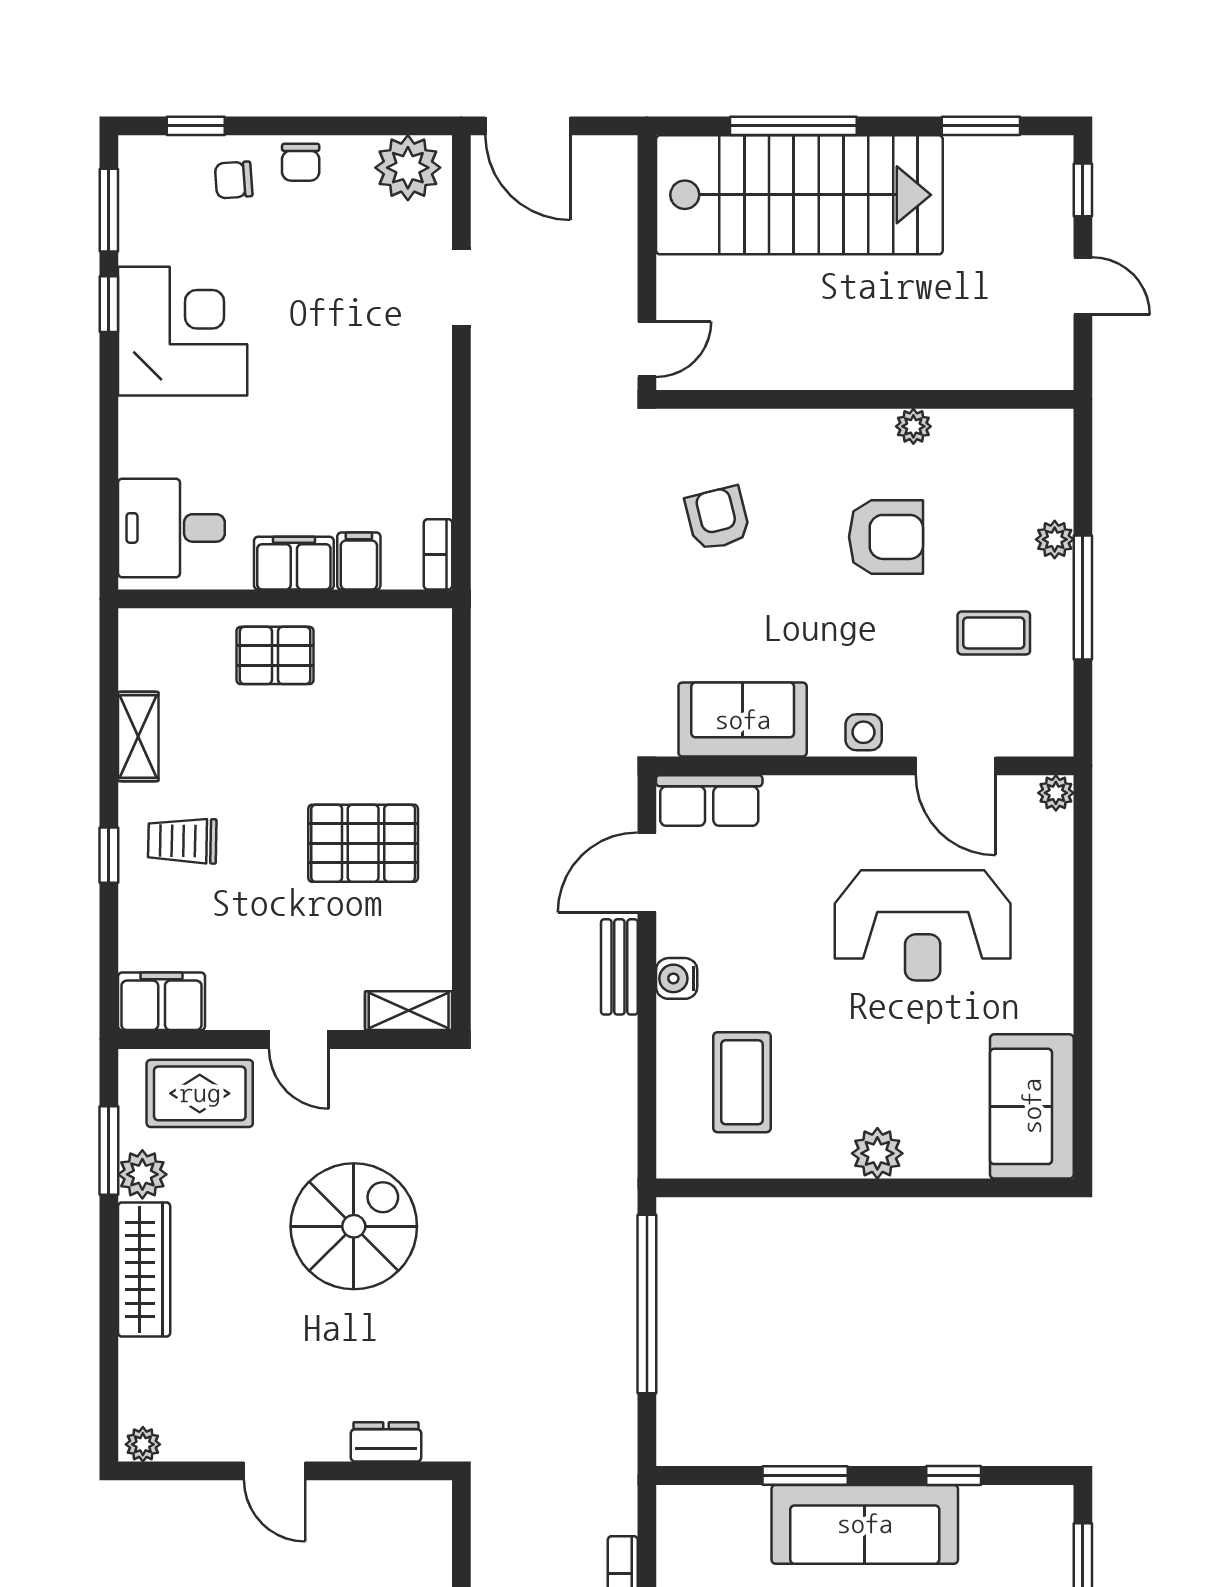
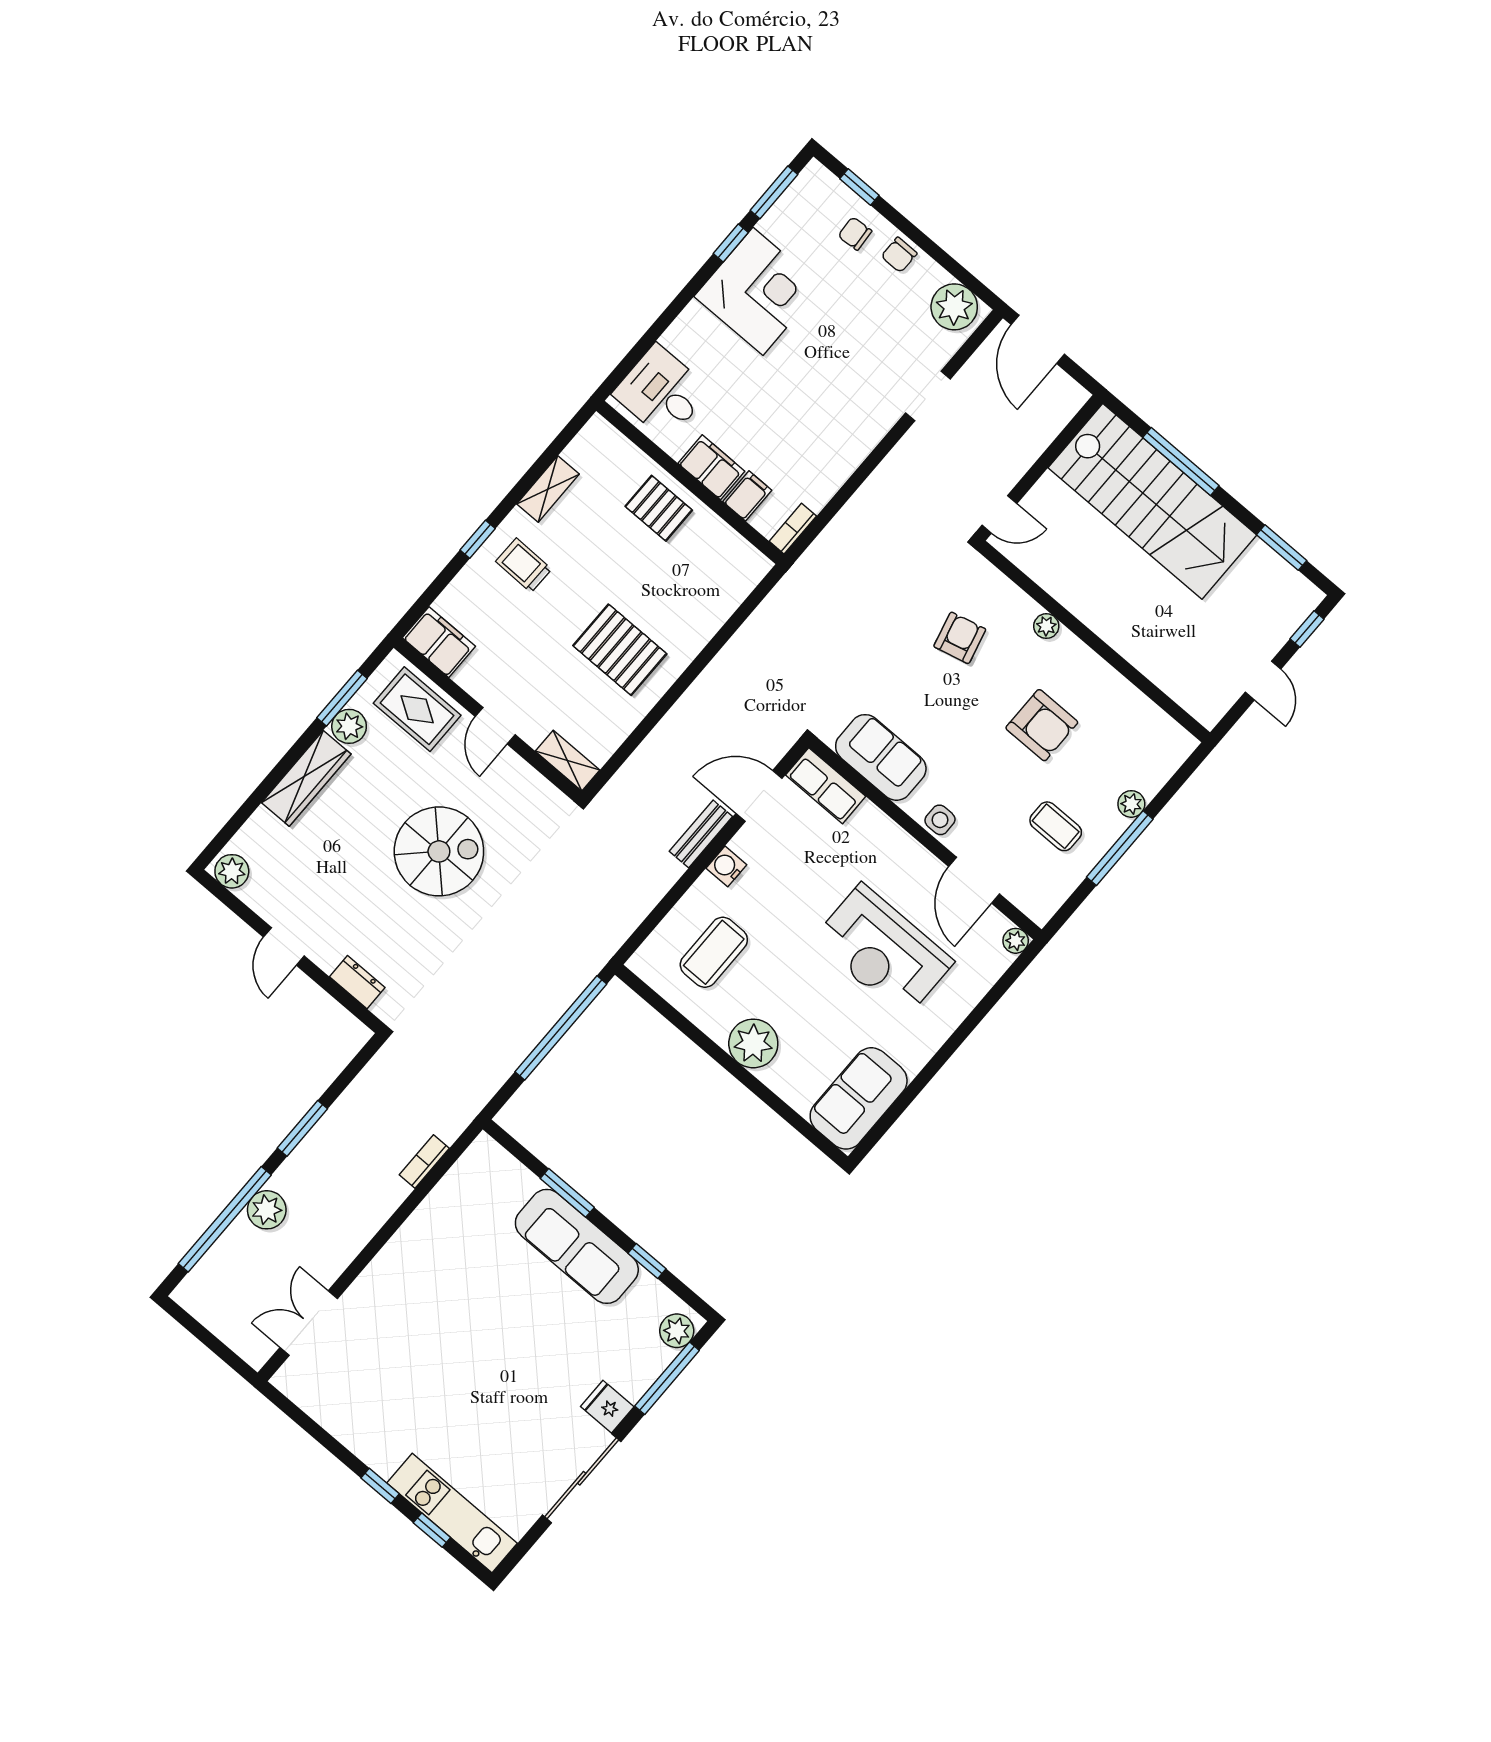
plant: (913, 426) -> (1046, 626), moved
plant: (877, 1153) -> (753, 1043), width x1.36, depth x1.36
plant: (143, 1444) -> (232, 871), width x1.38, depth x1.38
plant: (1050, 1523) -> (677, 1331), added

